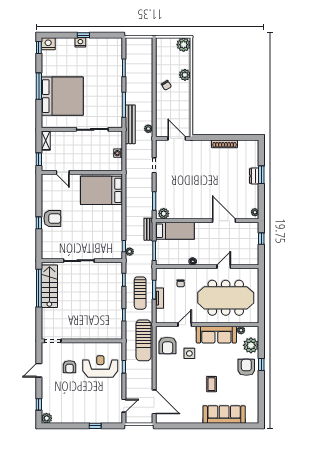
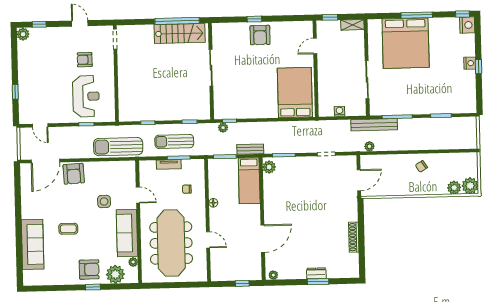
plant: (185, 75) -> (454, 188), moved
armchair: (168, 345) -> (74, 174), moved, turned -93

